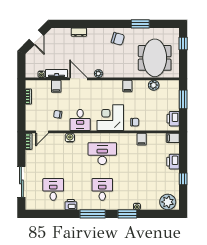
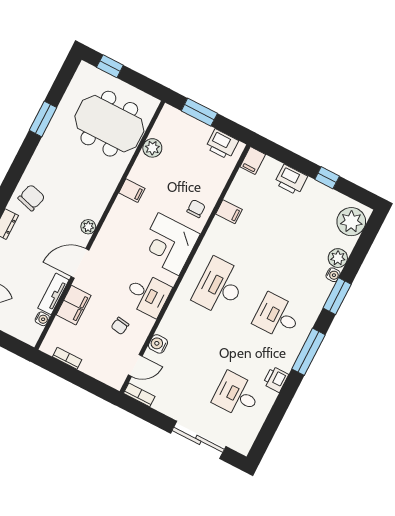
chair: (118, 39) -> (31, 198), moved
filing cabinet: (56, 86) -> (74, 305), width x2.00
door: (42, 132) -> (135, 366), hinge flipped
water cooler: (70, 138) -> (158, 344), moved
plant: (146, 205) -> (338, 258), added

